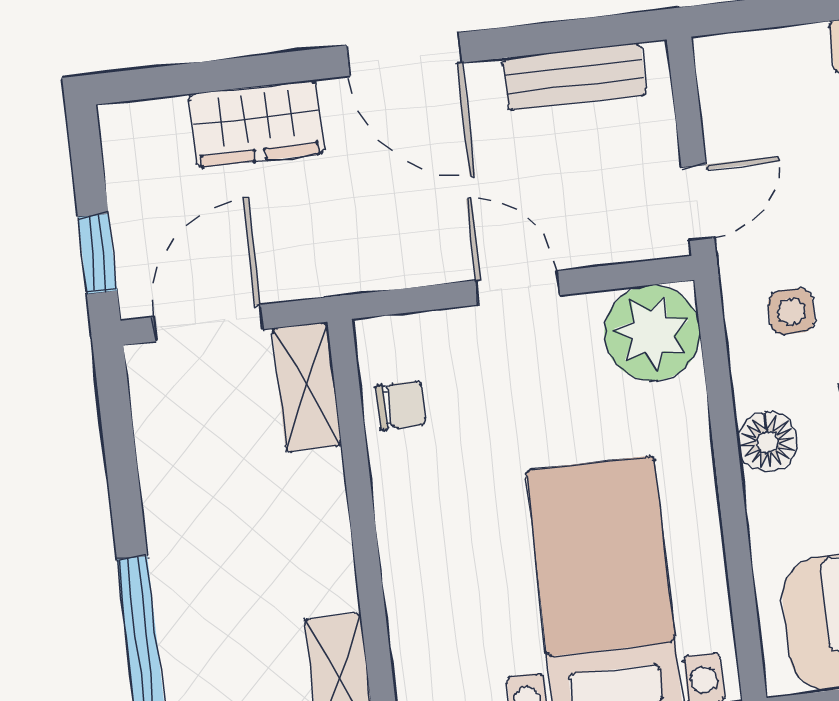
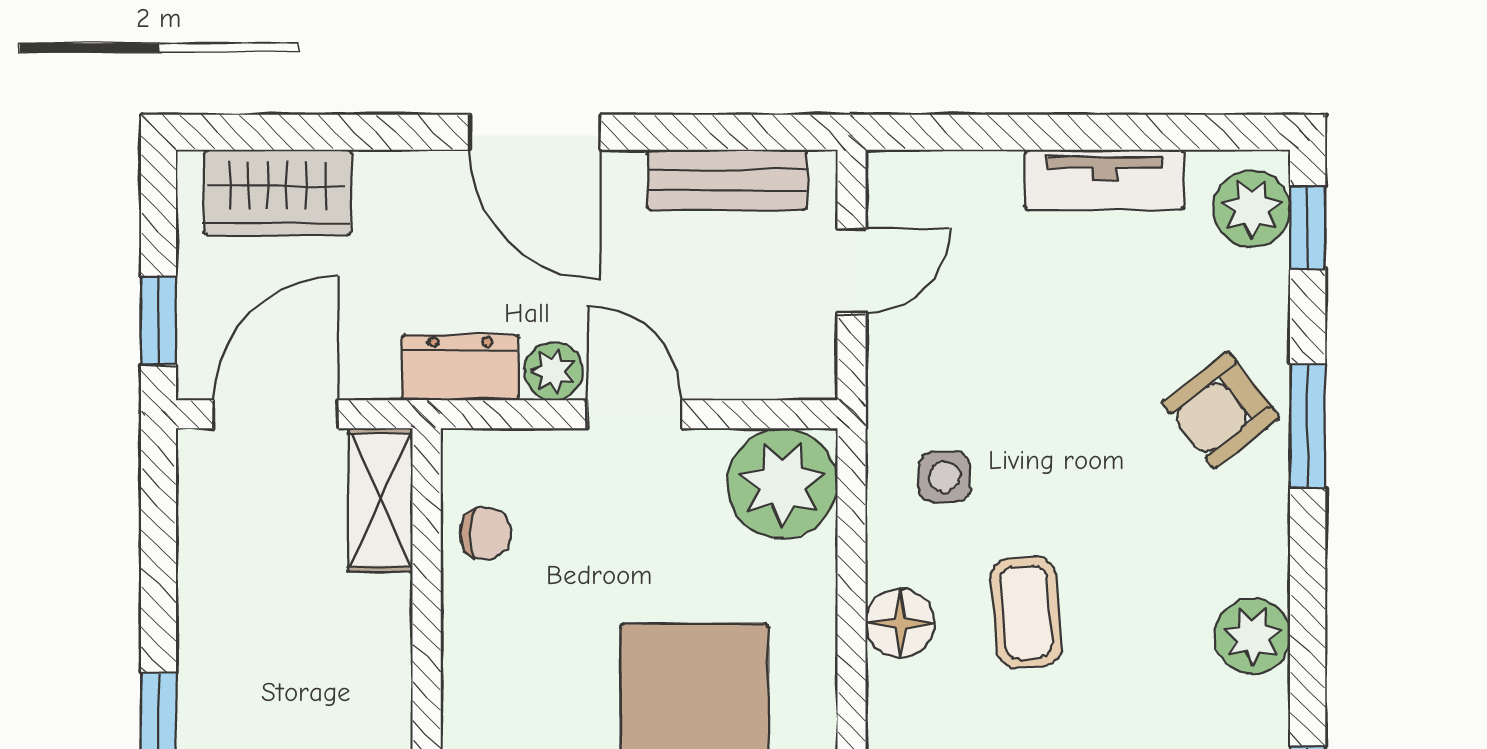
wardrobe: (256, 124) -> (278, 192), moved
door: (698, 202) -> (851, 271), moved
plant: (444, 258) -> (554, 371), added
dresser: (363, 265) -> (460, 367), added

